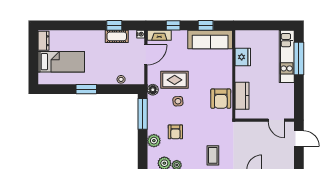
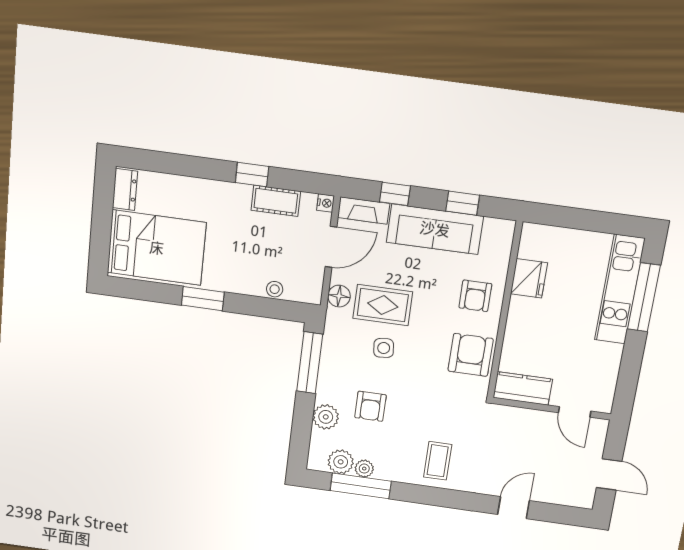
window: (114, 25) -> (252, 174), moved
sofa: (210, 40) -> (435, 229), moved
bed: (61, 62) -> (157, 248), width x1.50
armchair: (219, 69) -> (475, 296), added
floor lamp: (153, 90) -> (339, 296), moved
kitchen counter: (242, 96) -> (523, 388), moved, turned -90
armchair: (221, 99) -> (471, 355), turned 180
door: (299, 138) -> (609, 474), moved

